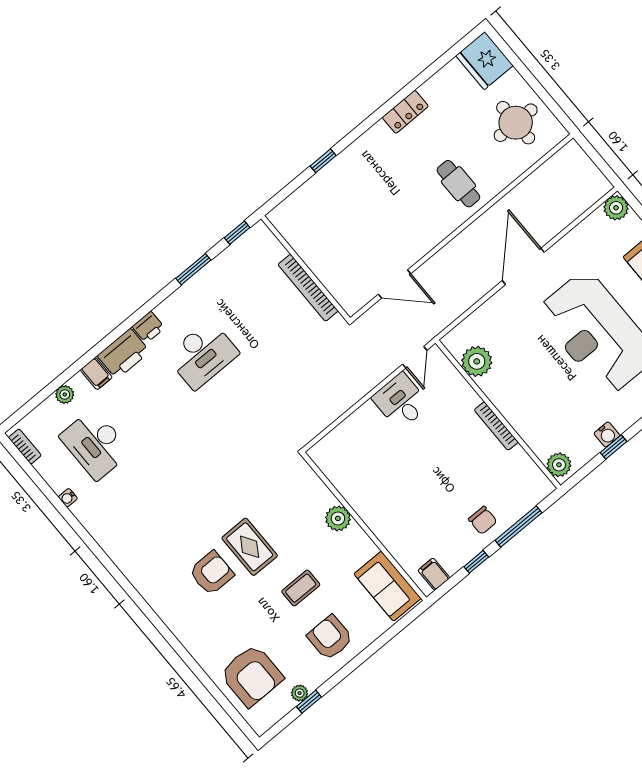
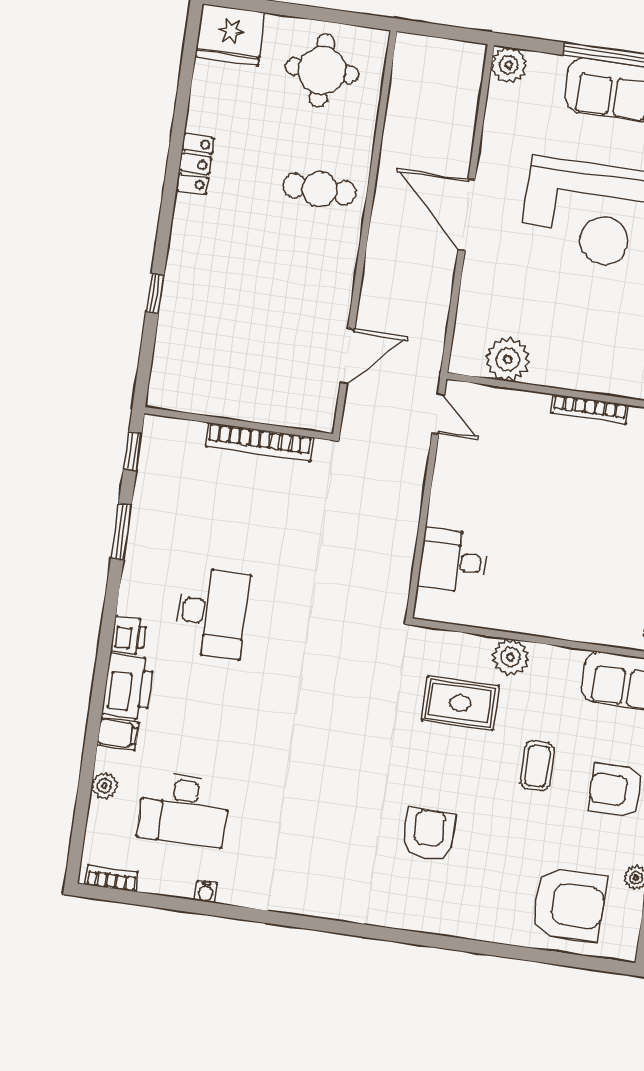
desk: (401, 401) -> (453, 561), moved
rug: (250, 547) -> (460, 703), moved

